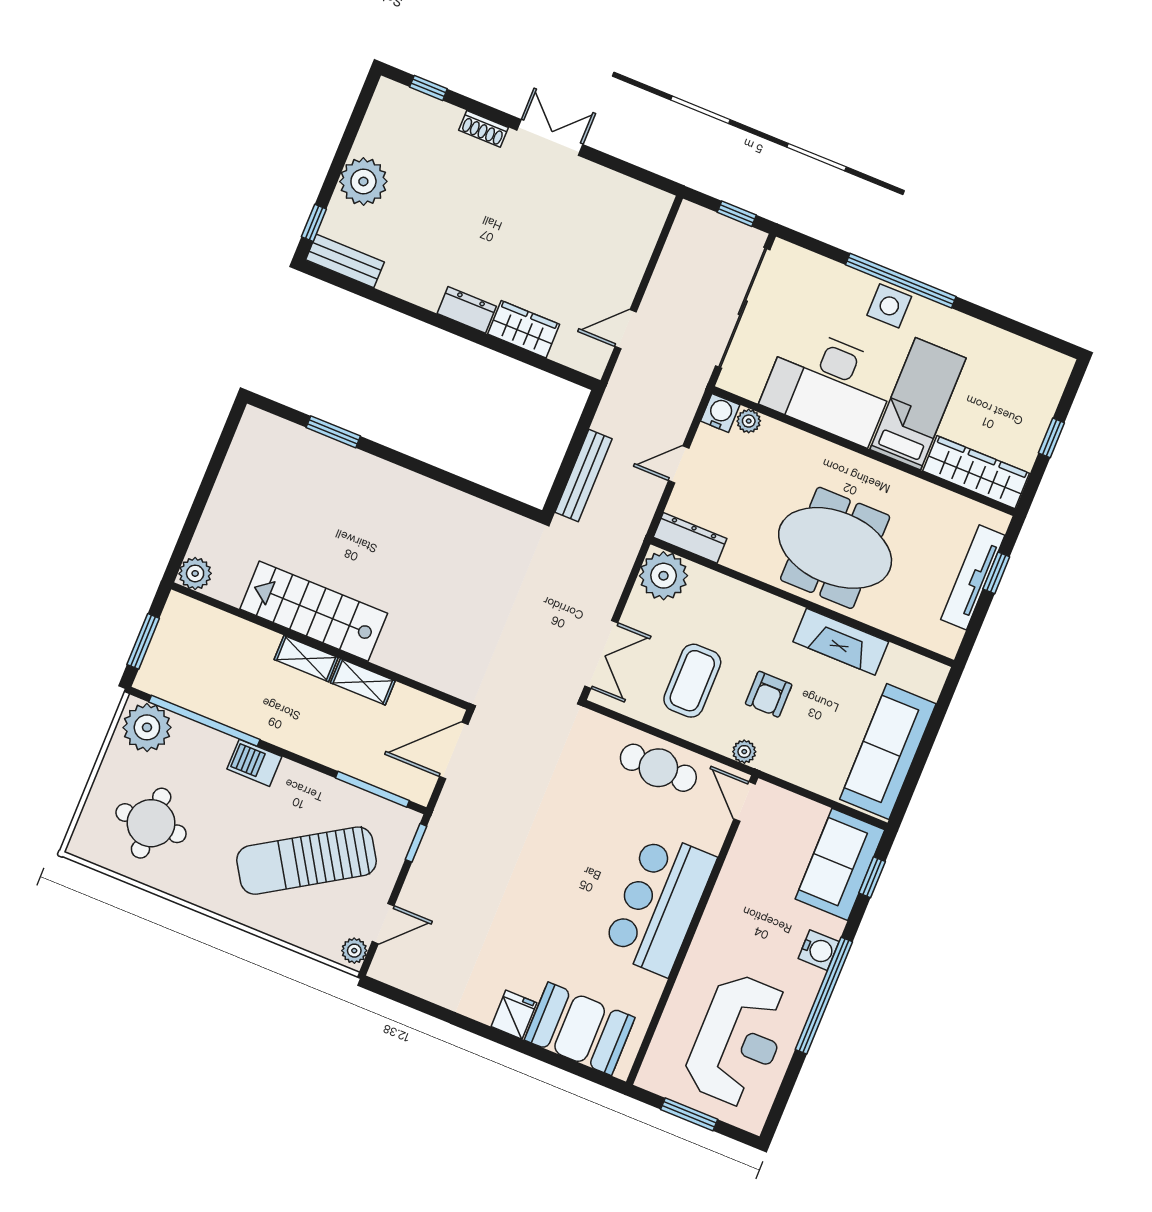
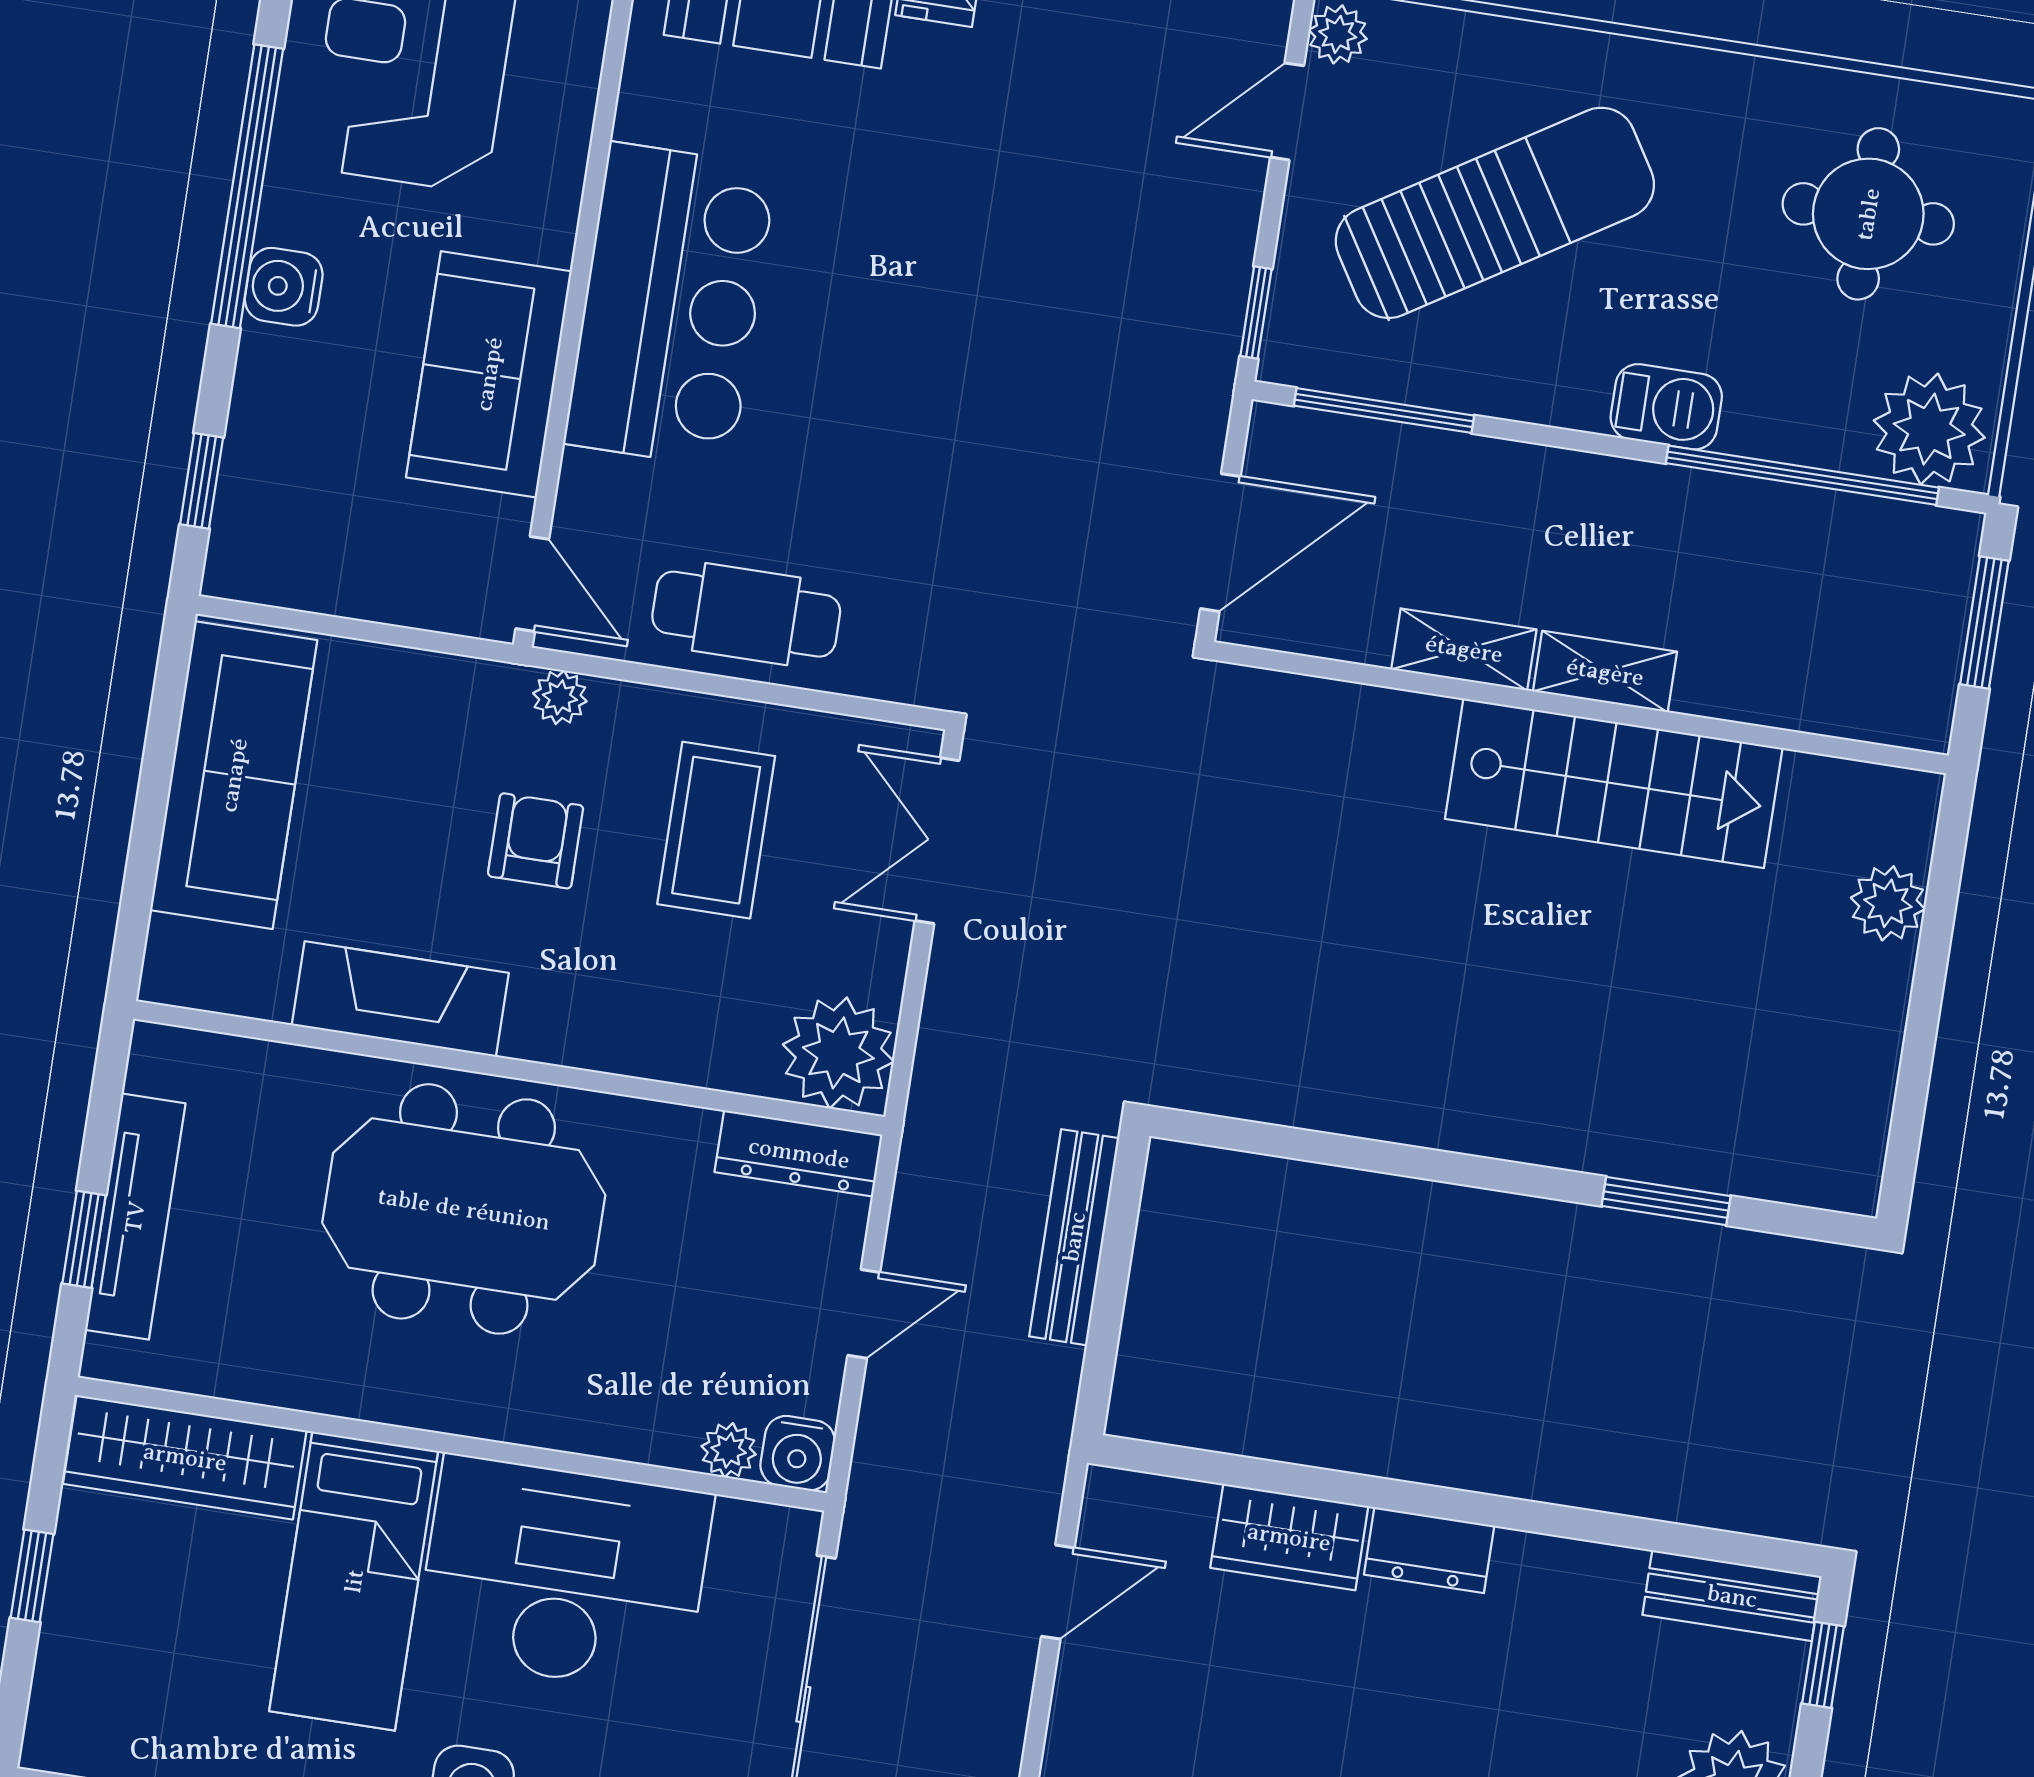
plant: (195, 573) -> (1888, 903), moved
sofa: (840, 864) -> (489, 374), moved, turned 180

